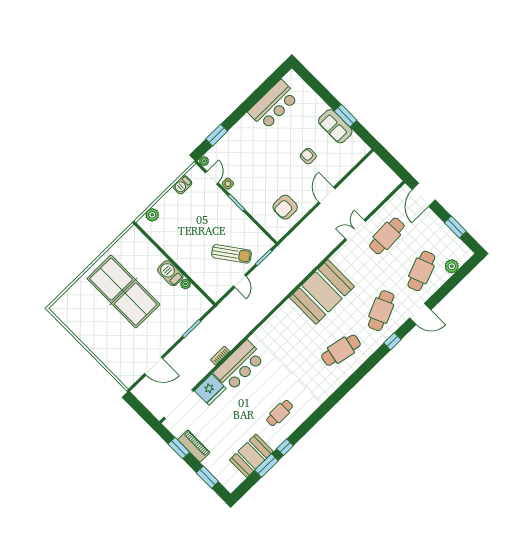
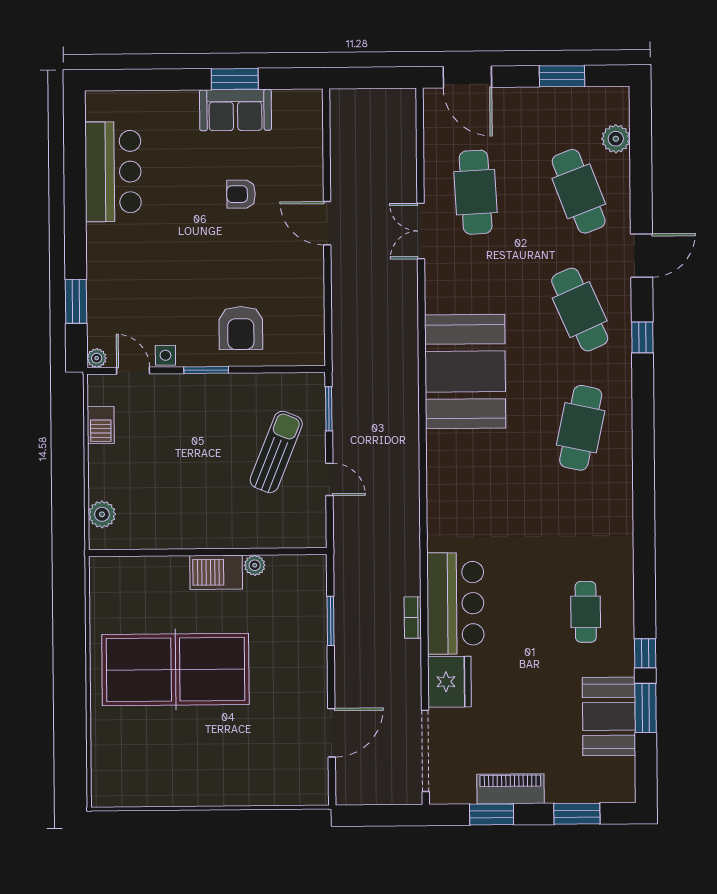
armchair: (285, 207) -> (241, 328), moved
sun lounger: (232, 254) -> (276, 452), turned -32

